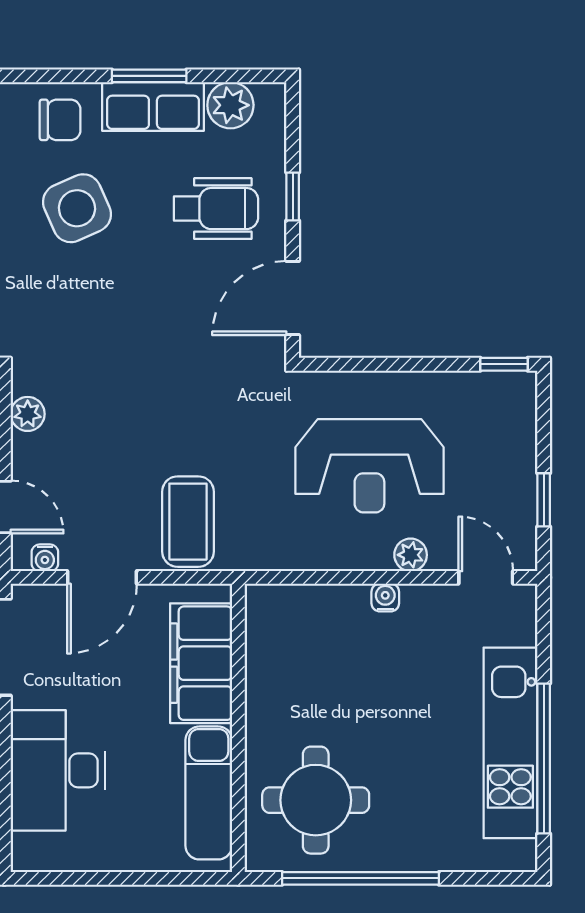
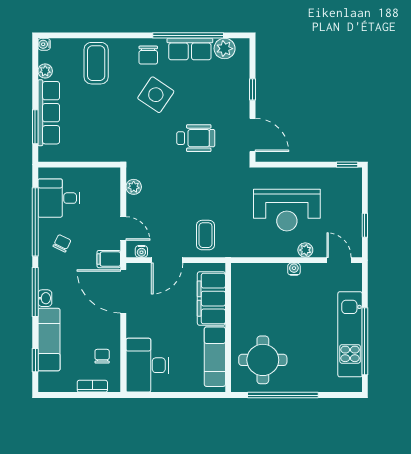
window: (149, 76) -> (188, 35), width x2.11
chair: (60, 120) -> (148, 55), turned 90
side table: (77, 208) -> (156, 95), turned -32
wheelchair: (216, 209) -> (196, 138), moved
door: (293, 298) -> (252, 135), swing flipped
coffee table: (188, 522) -> (206, 235), width x0.73, depth x0.77
desk: (58, 770) -> (147, 365), moved

